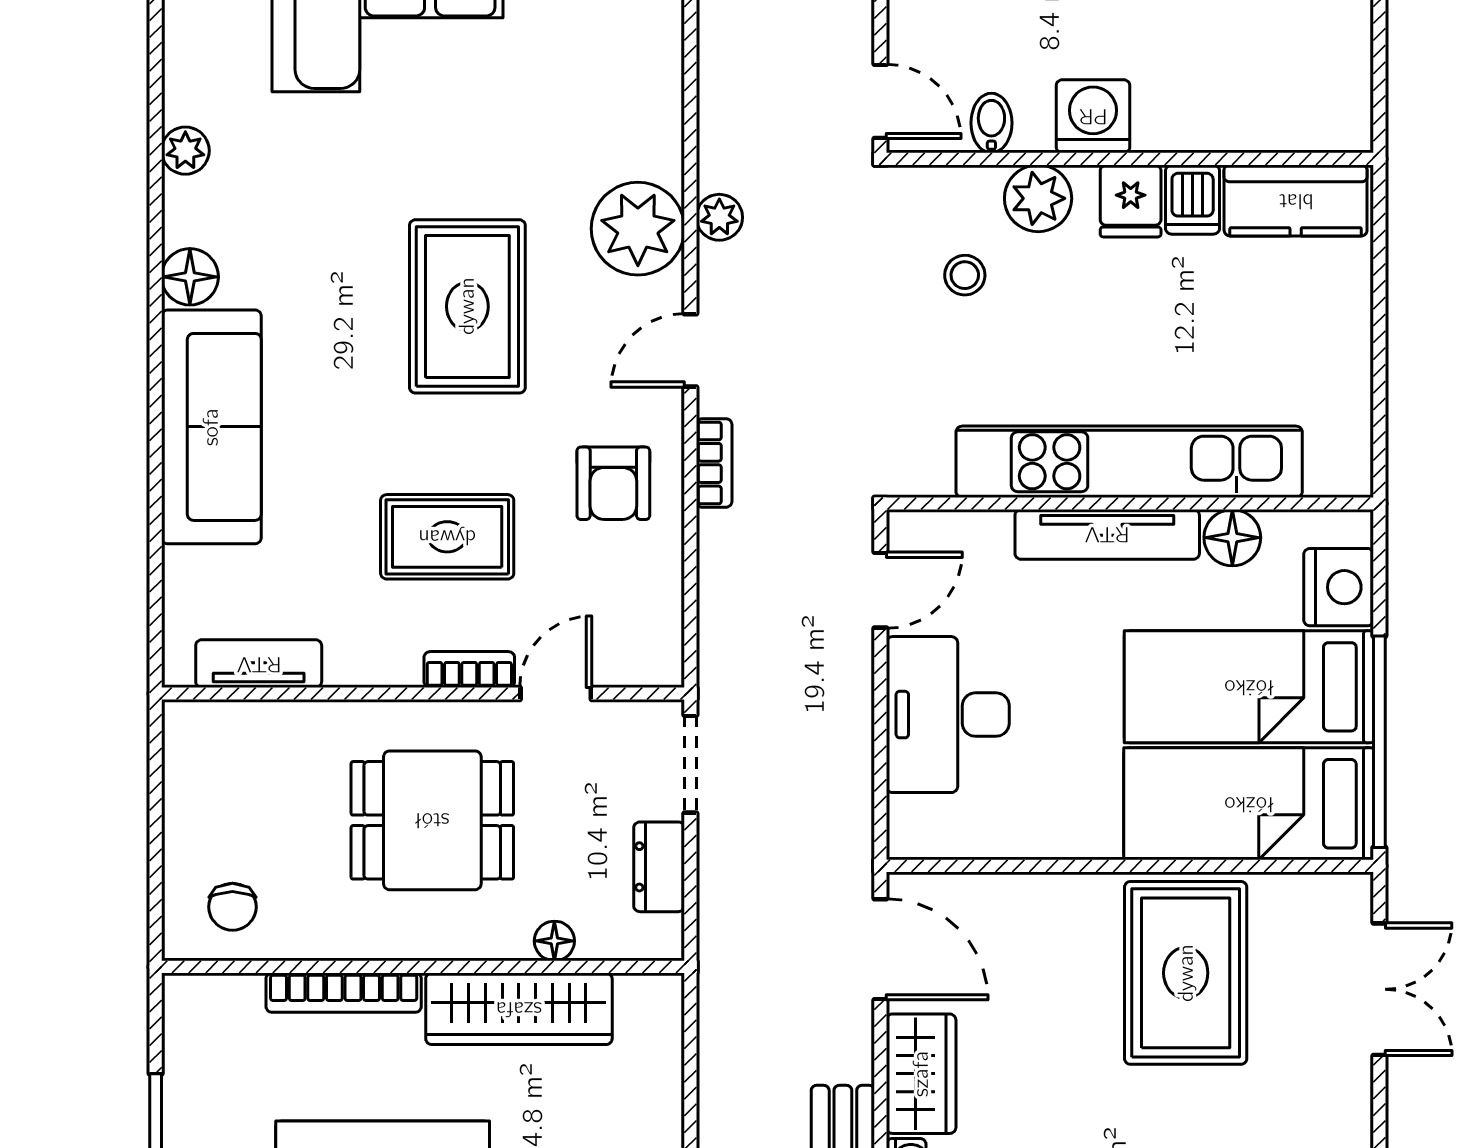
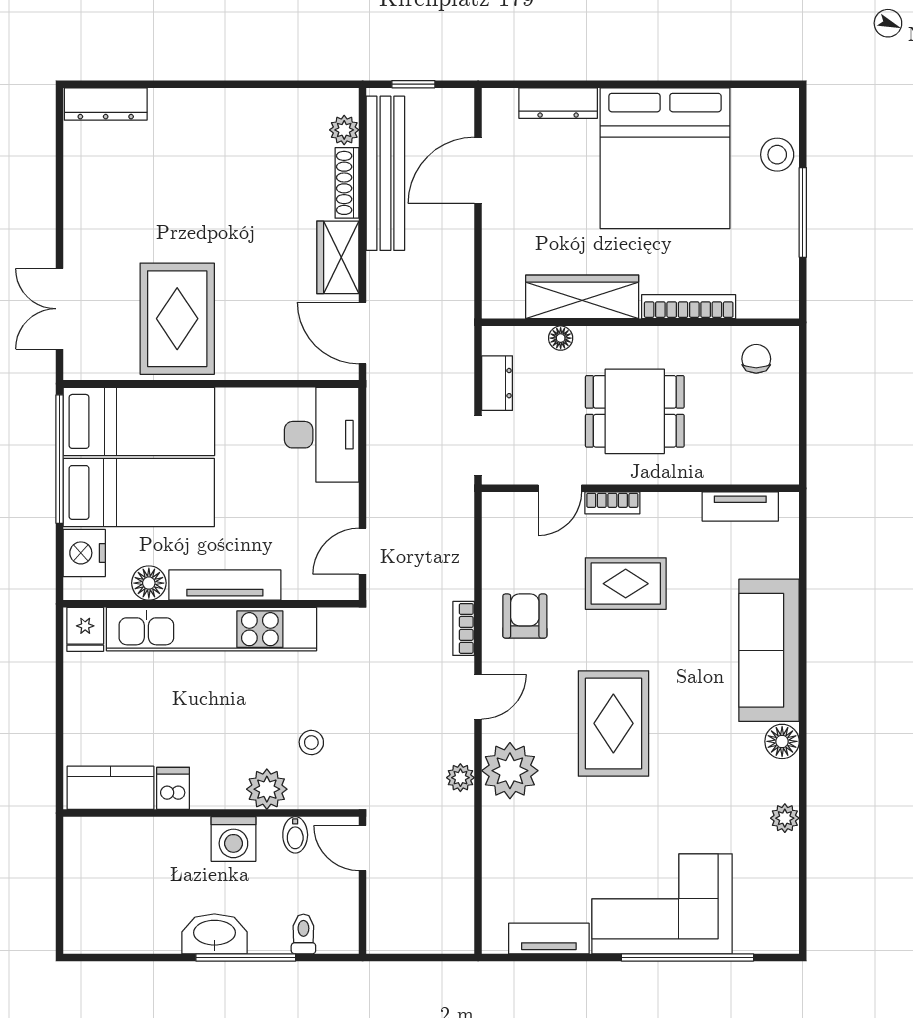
fridge: (1131, 201) -> (85, 629), moved, turned 180
desk: (948, 715) -> (322, 435), moved

